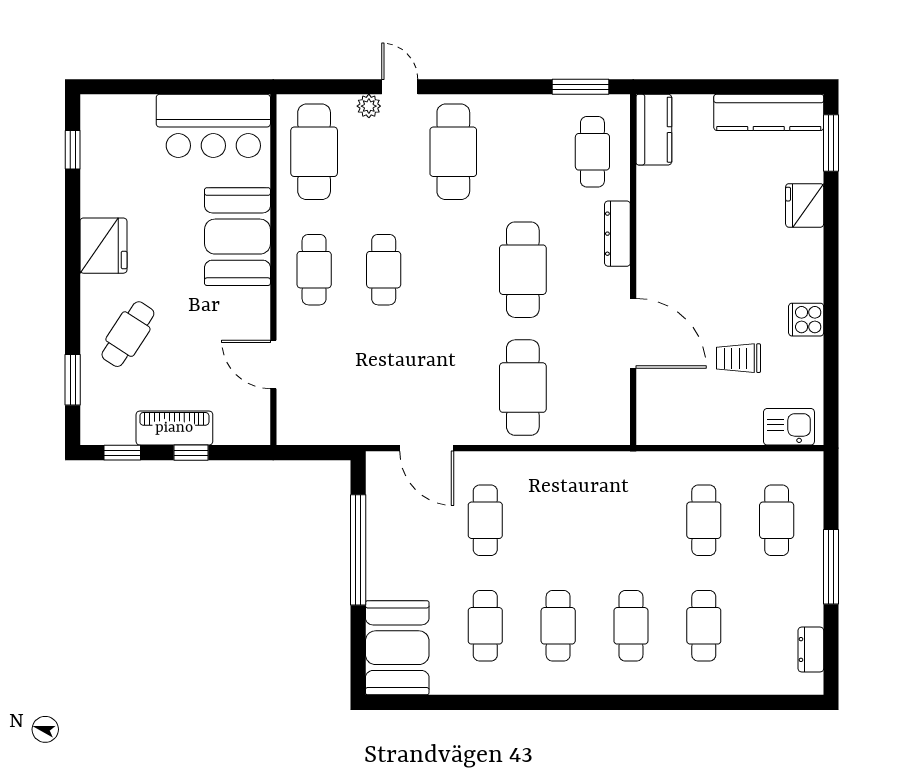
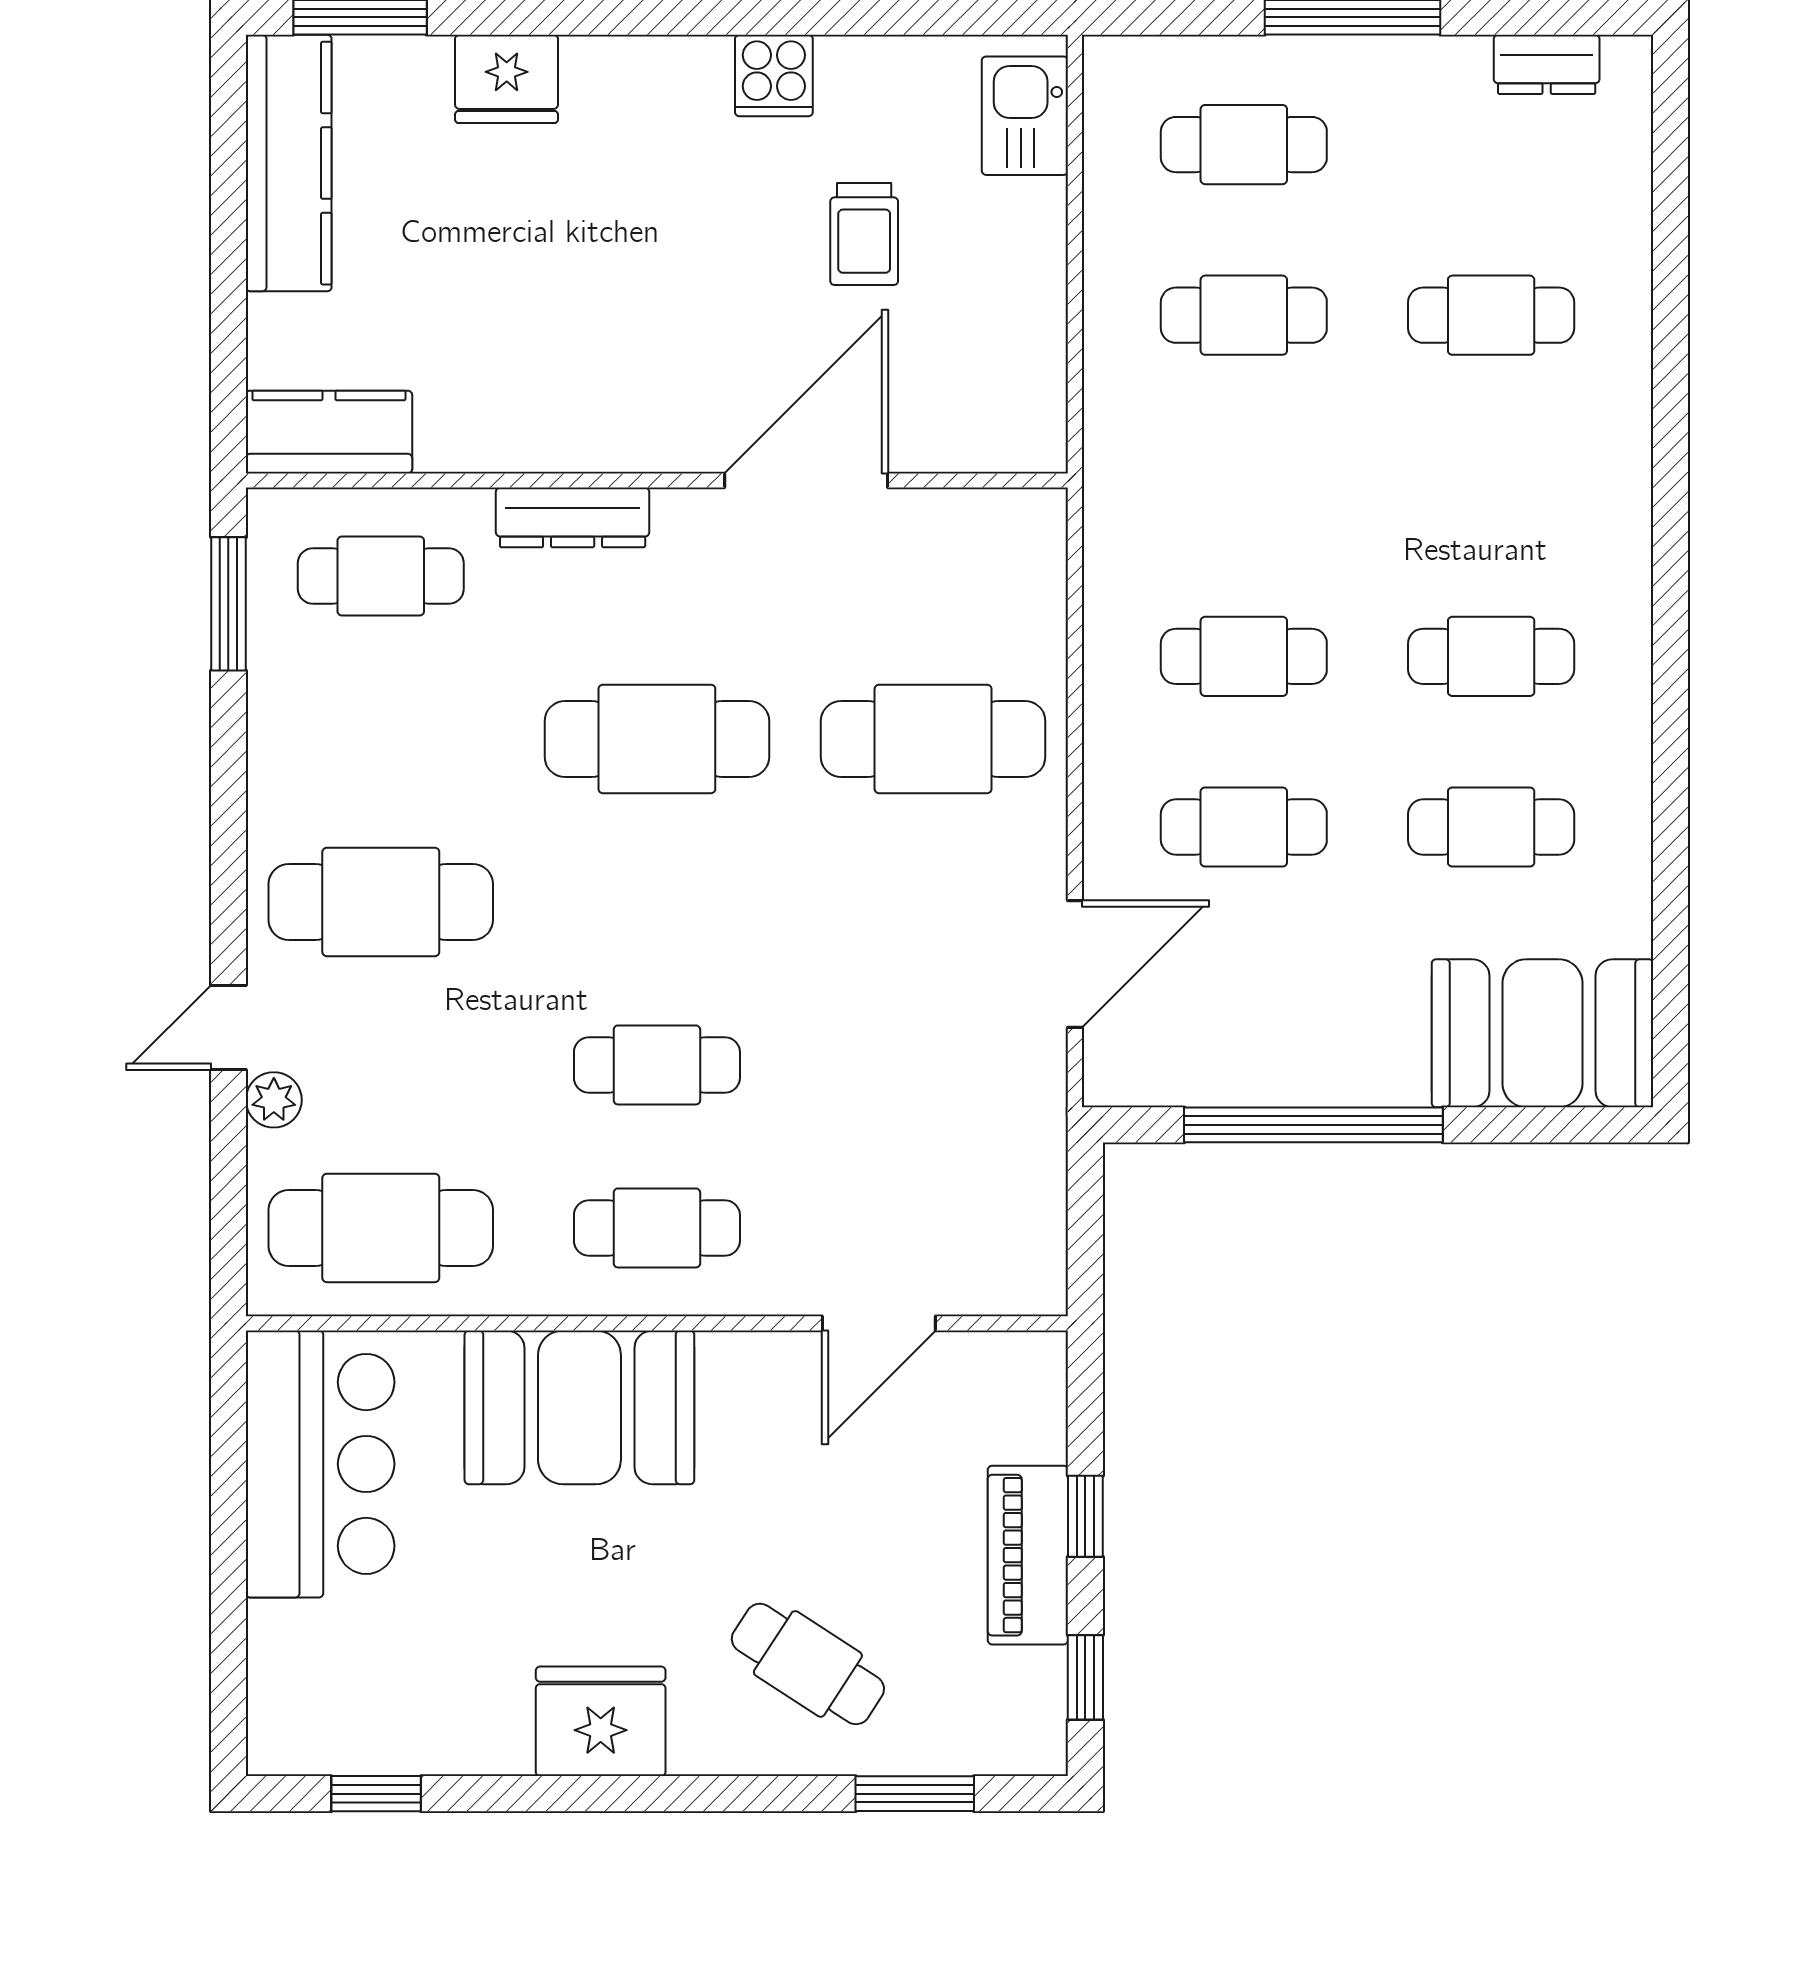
cafe table: (631, 626) -> (1244, 656), moved

